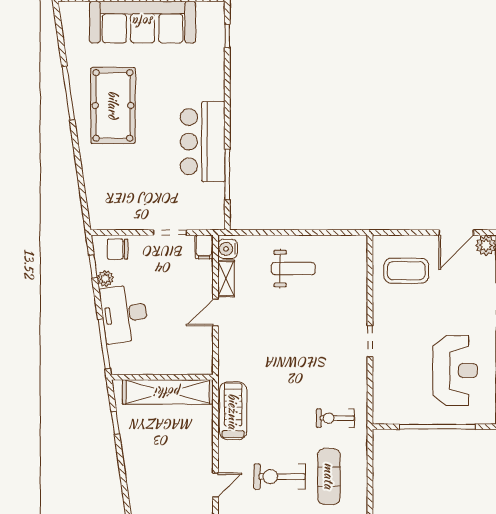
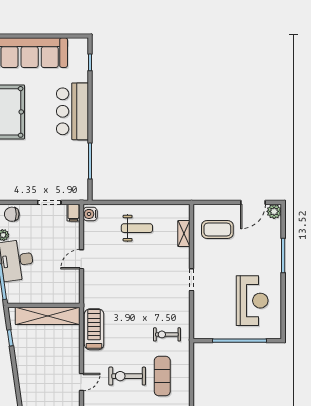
bar counter: (203, 142) -> (72, 111), moved
shelving: (226, 279) -> (184, 234), moved

